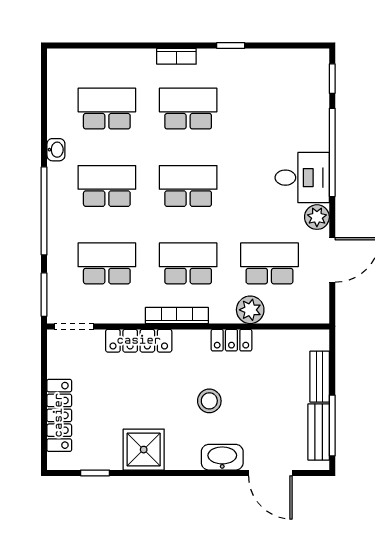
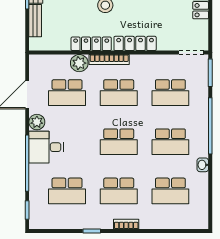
school desk: (269, 109) -> (67, 191), added
bookcase: (177, 316) -> (109, 59), moved
locker: (231, 340) -> (91, 44), width x1.53
locker: (139, 341) -> (135, 43), moved

